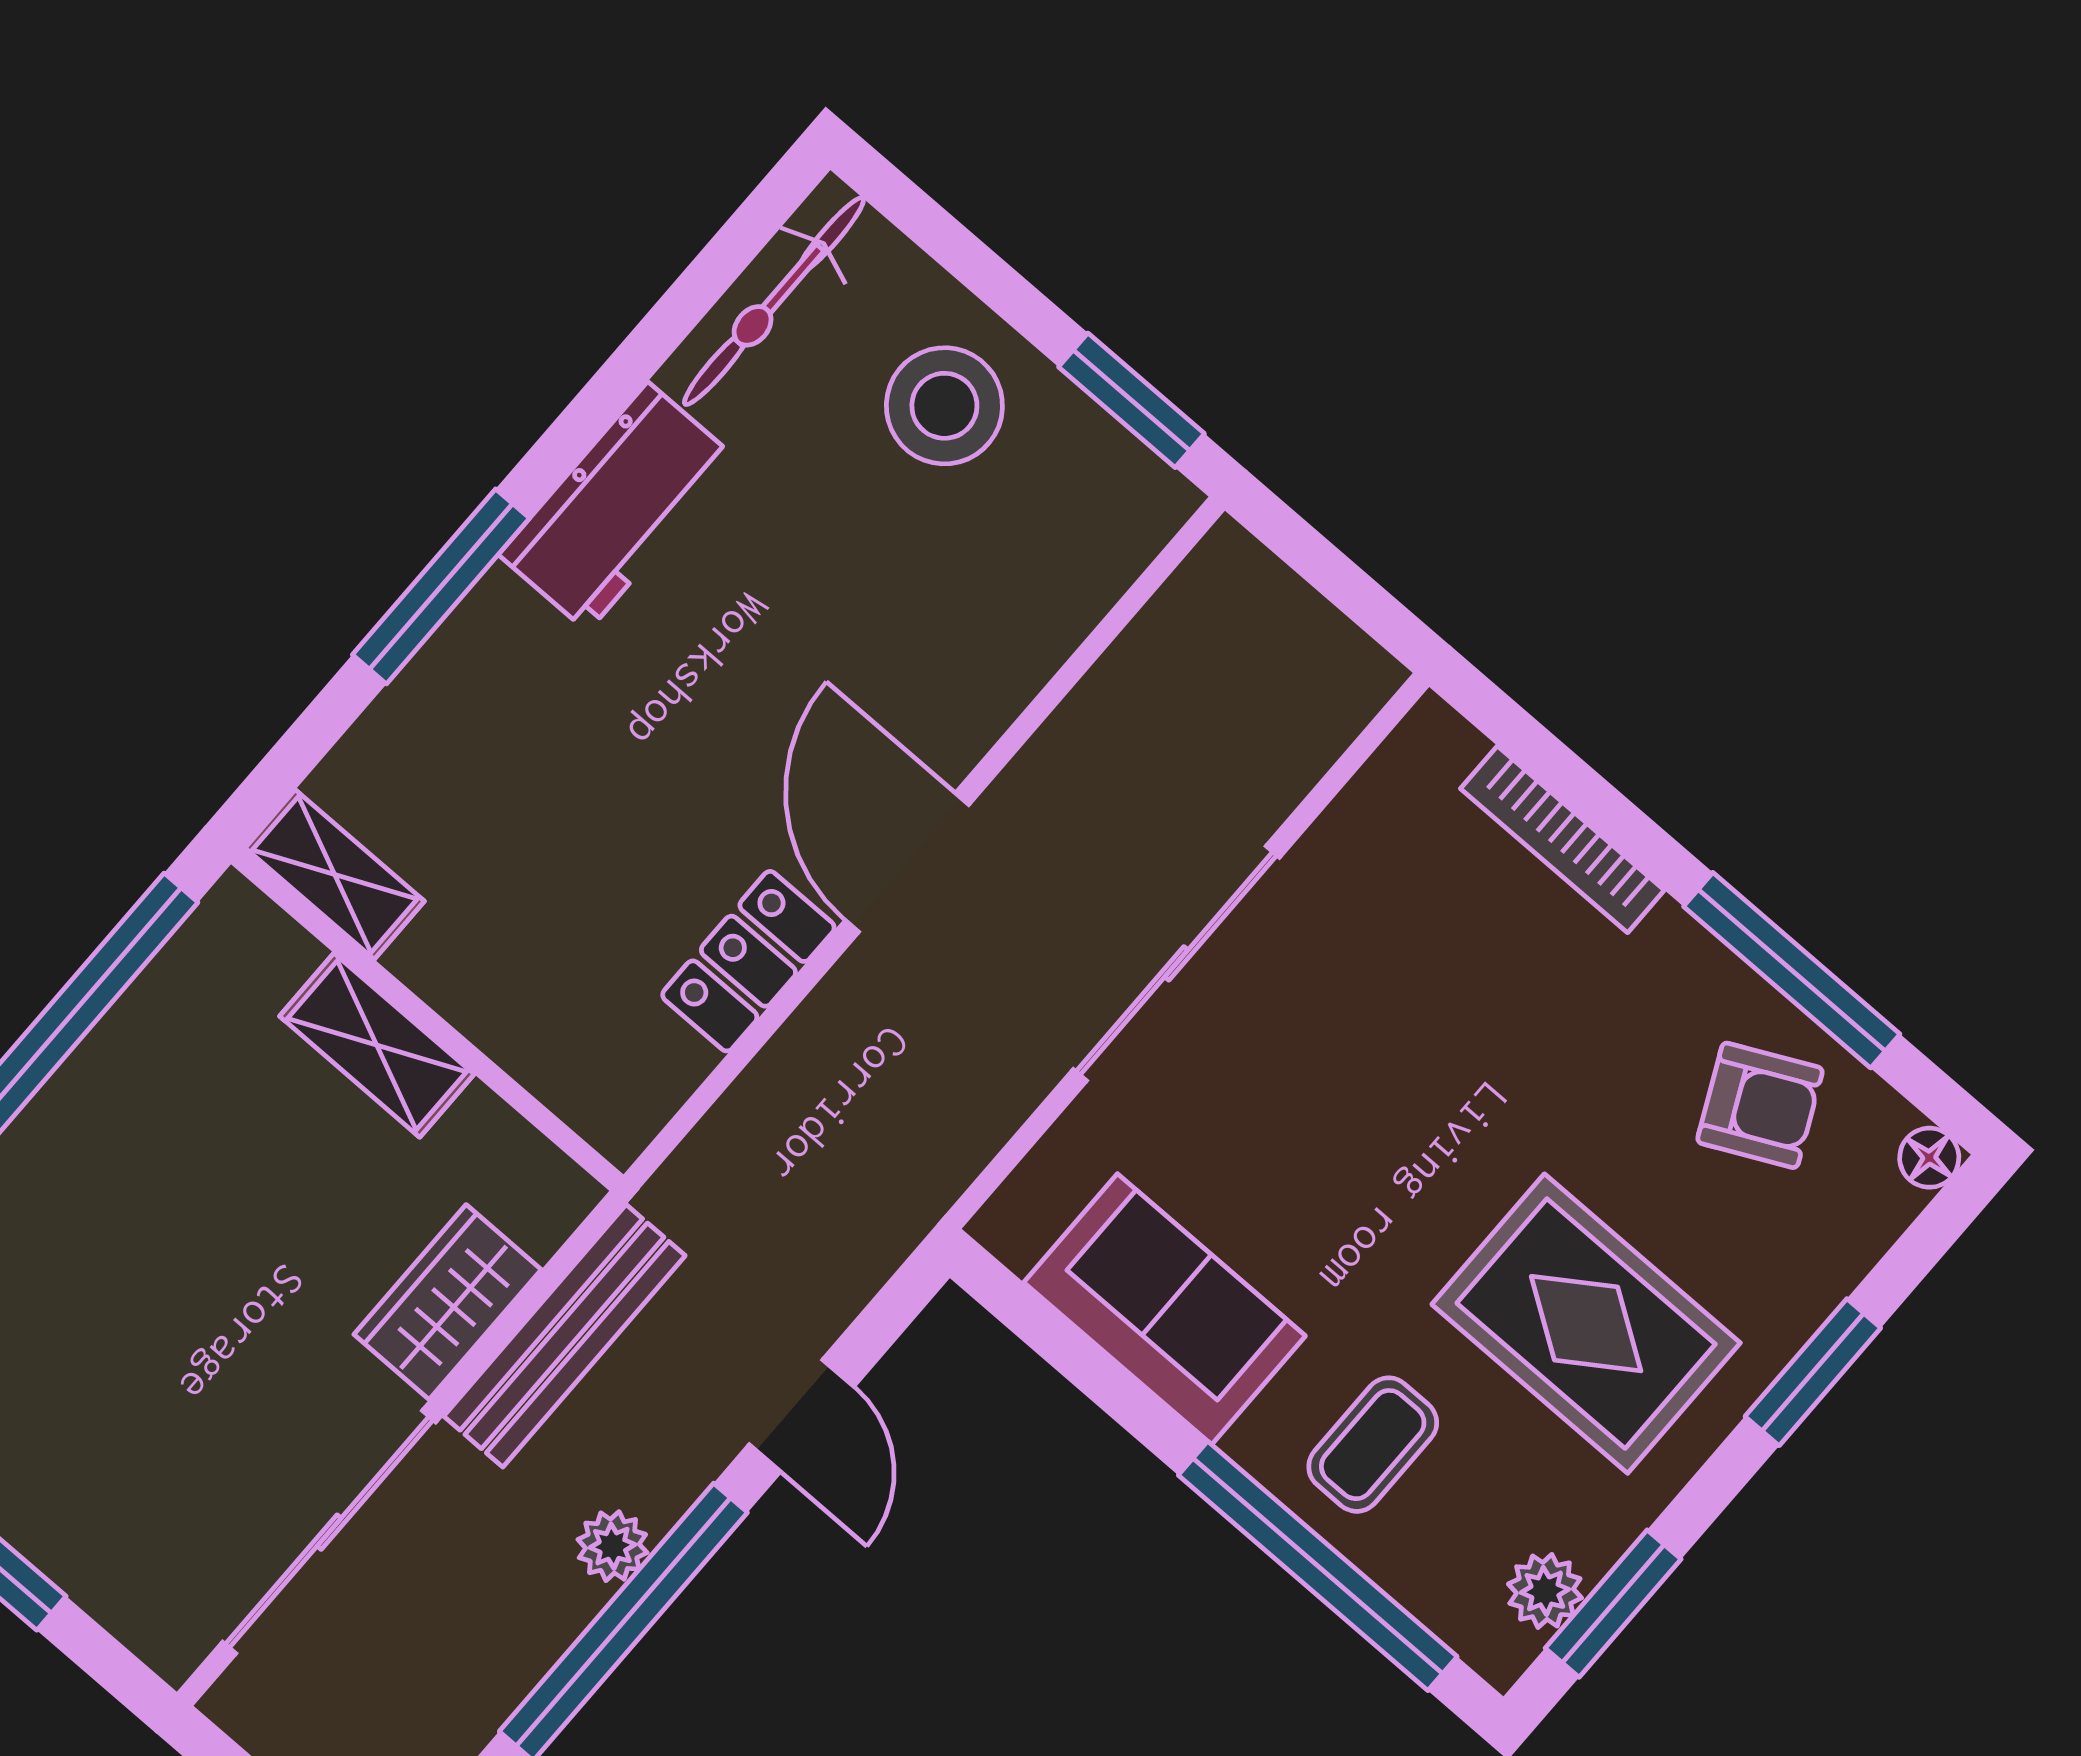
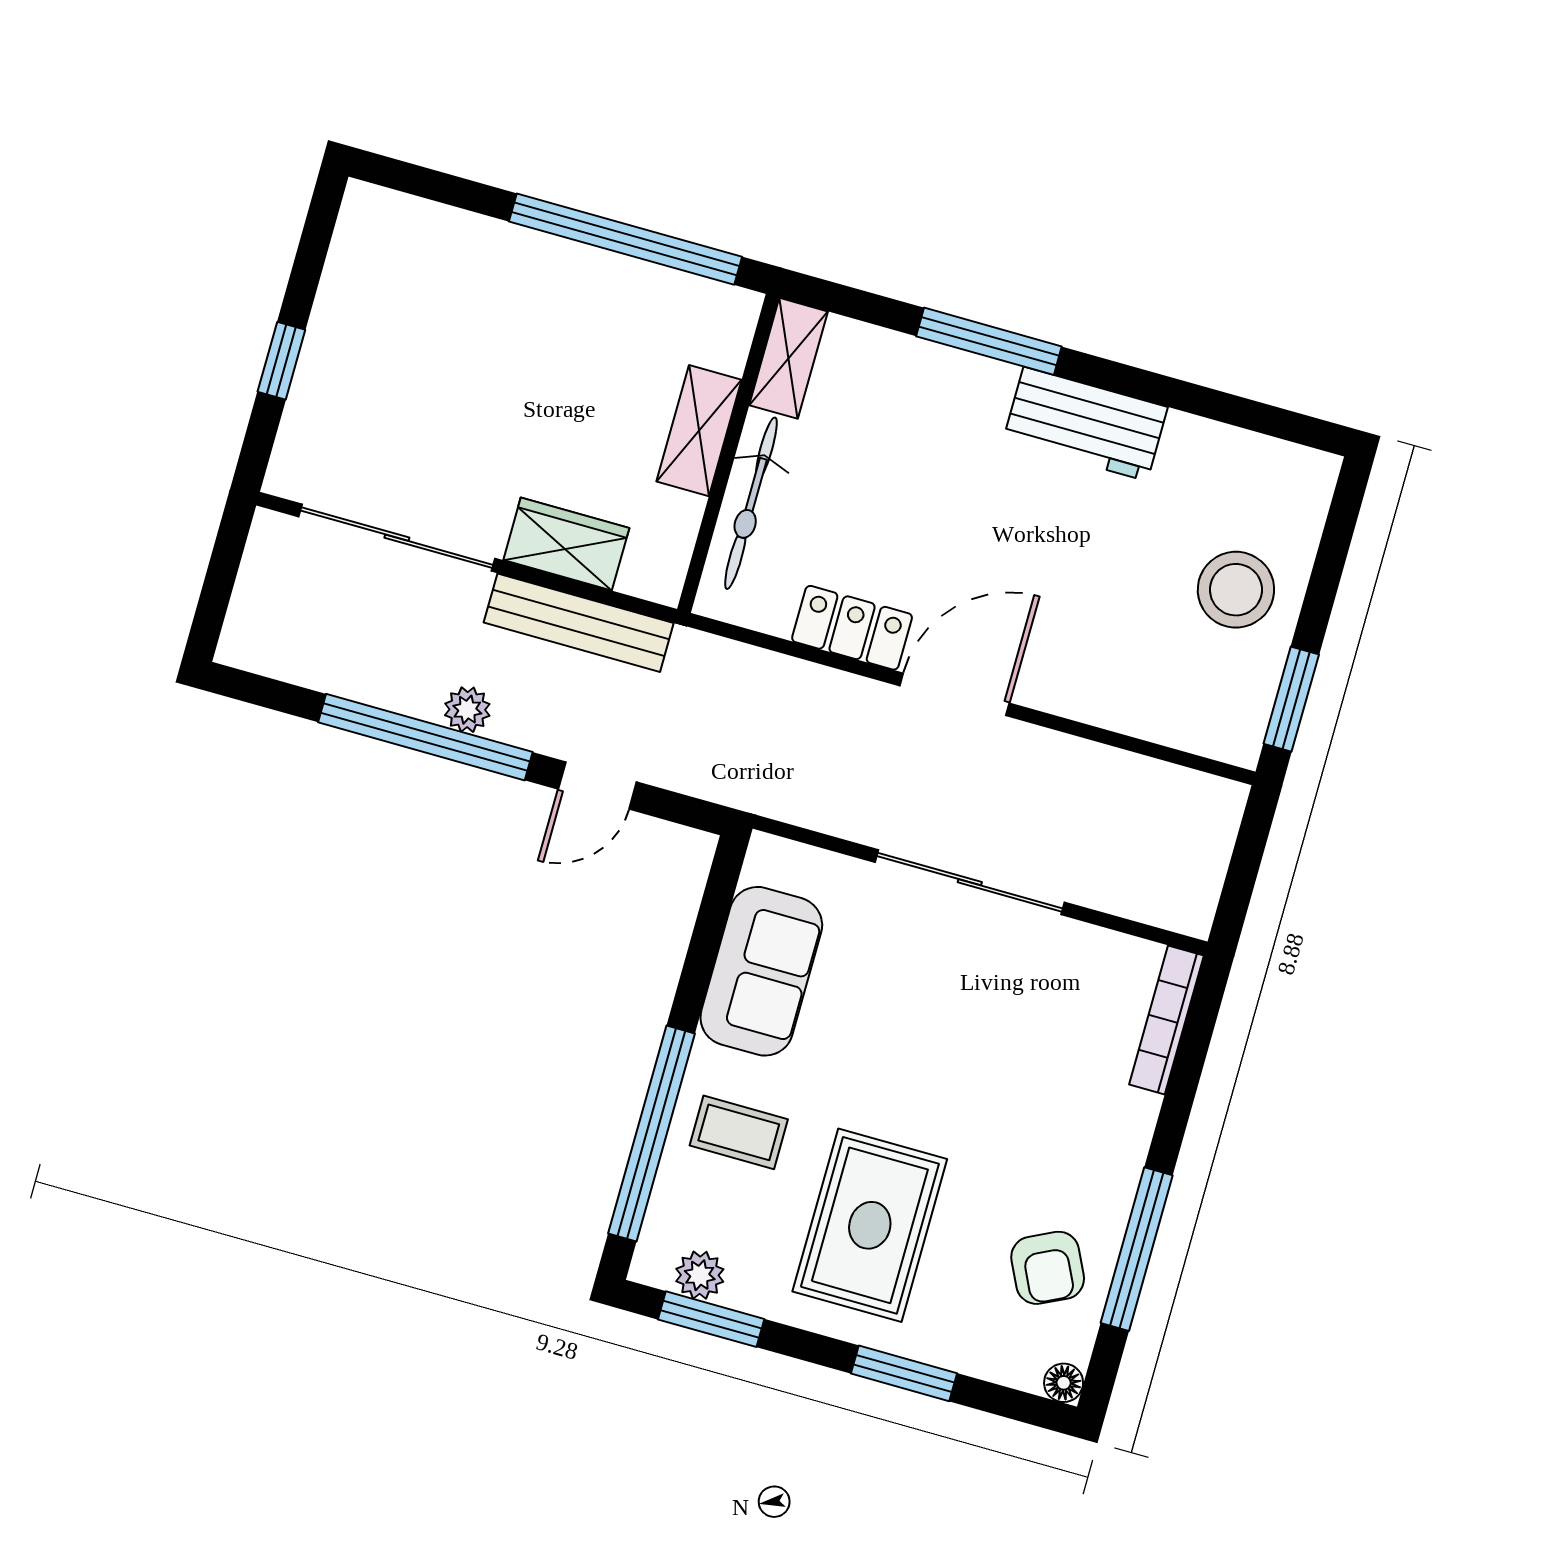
bicycle: (774, 301) -> (751, 503), moved, turned -90
bookcase: (1562, 839) -> (1166, 1020), moved

